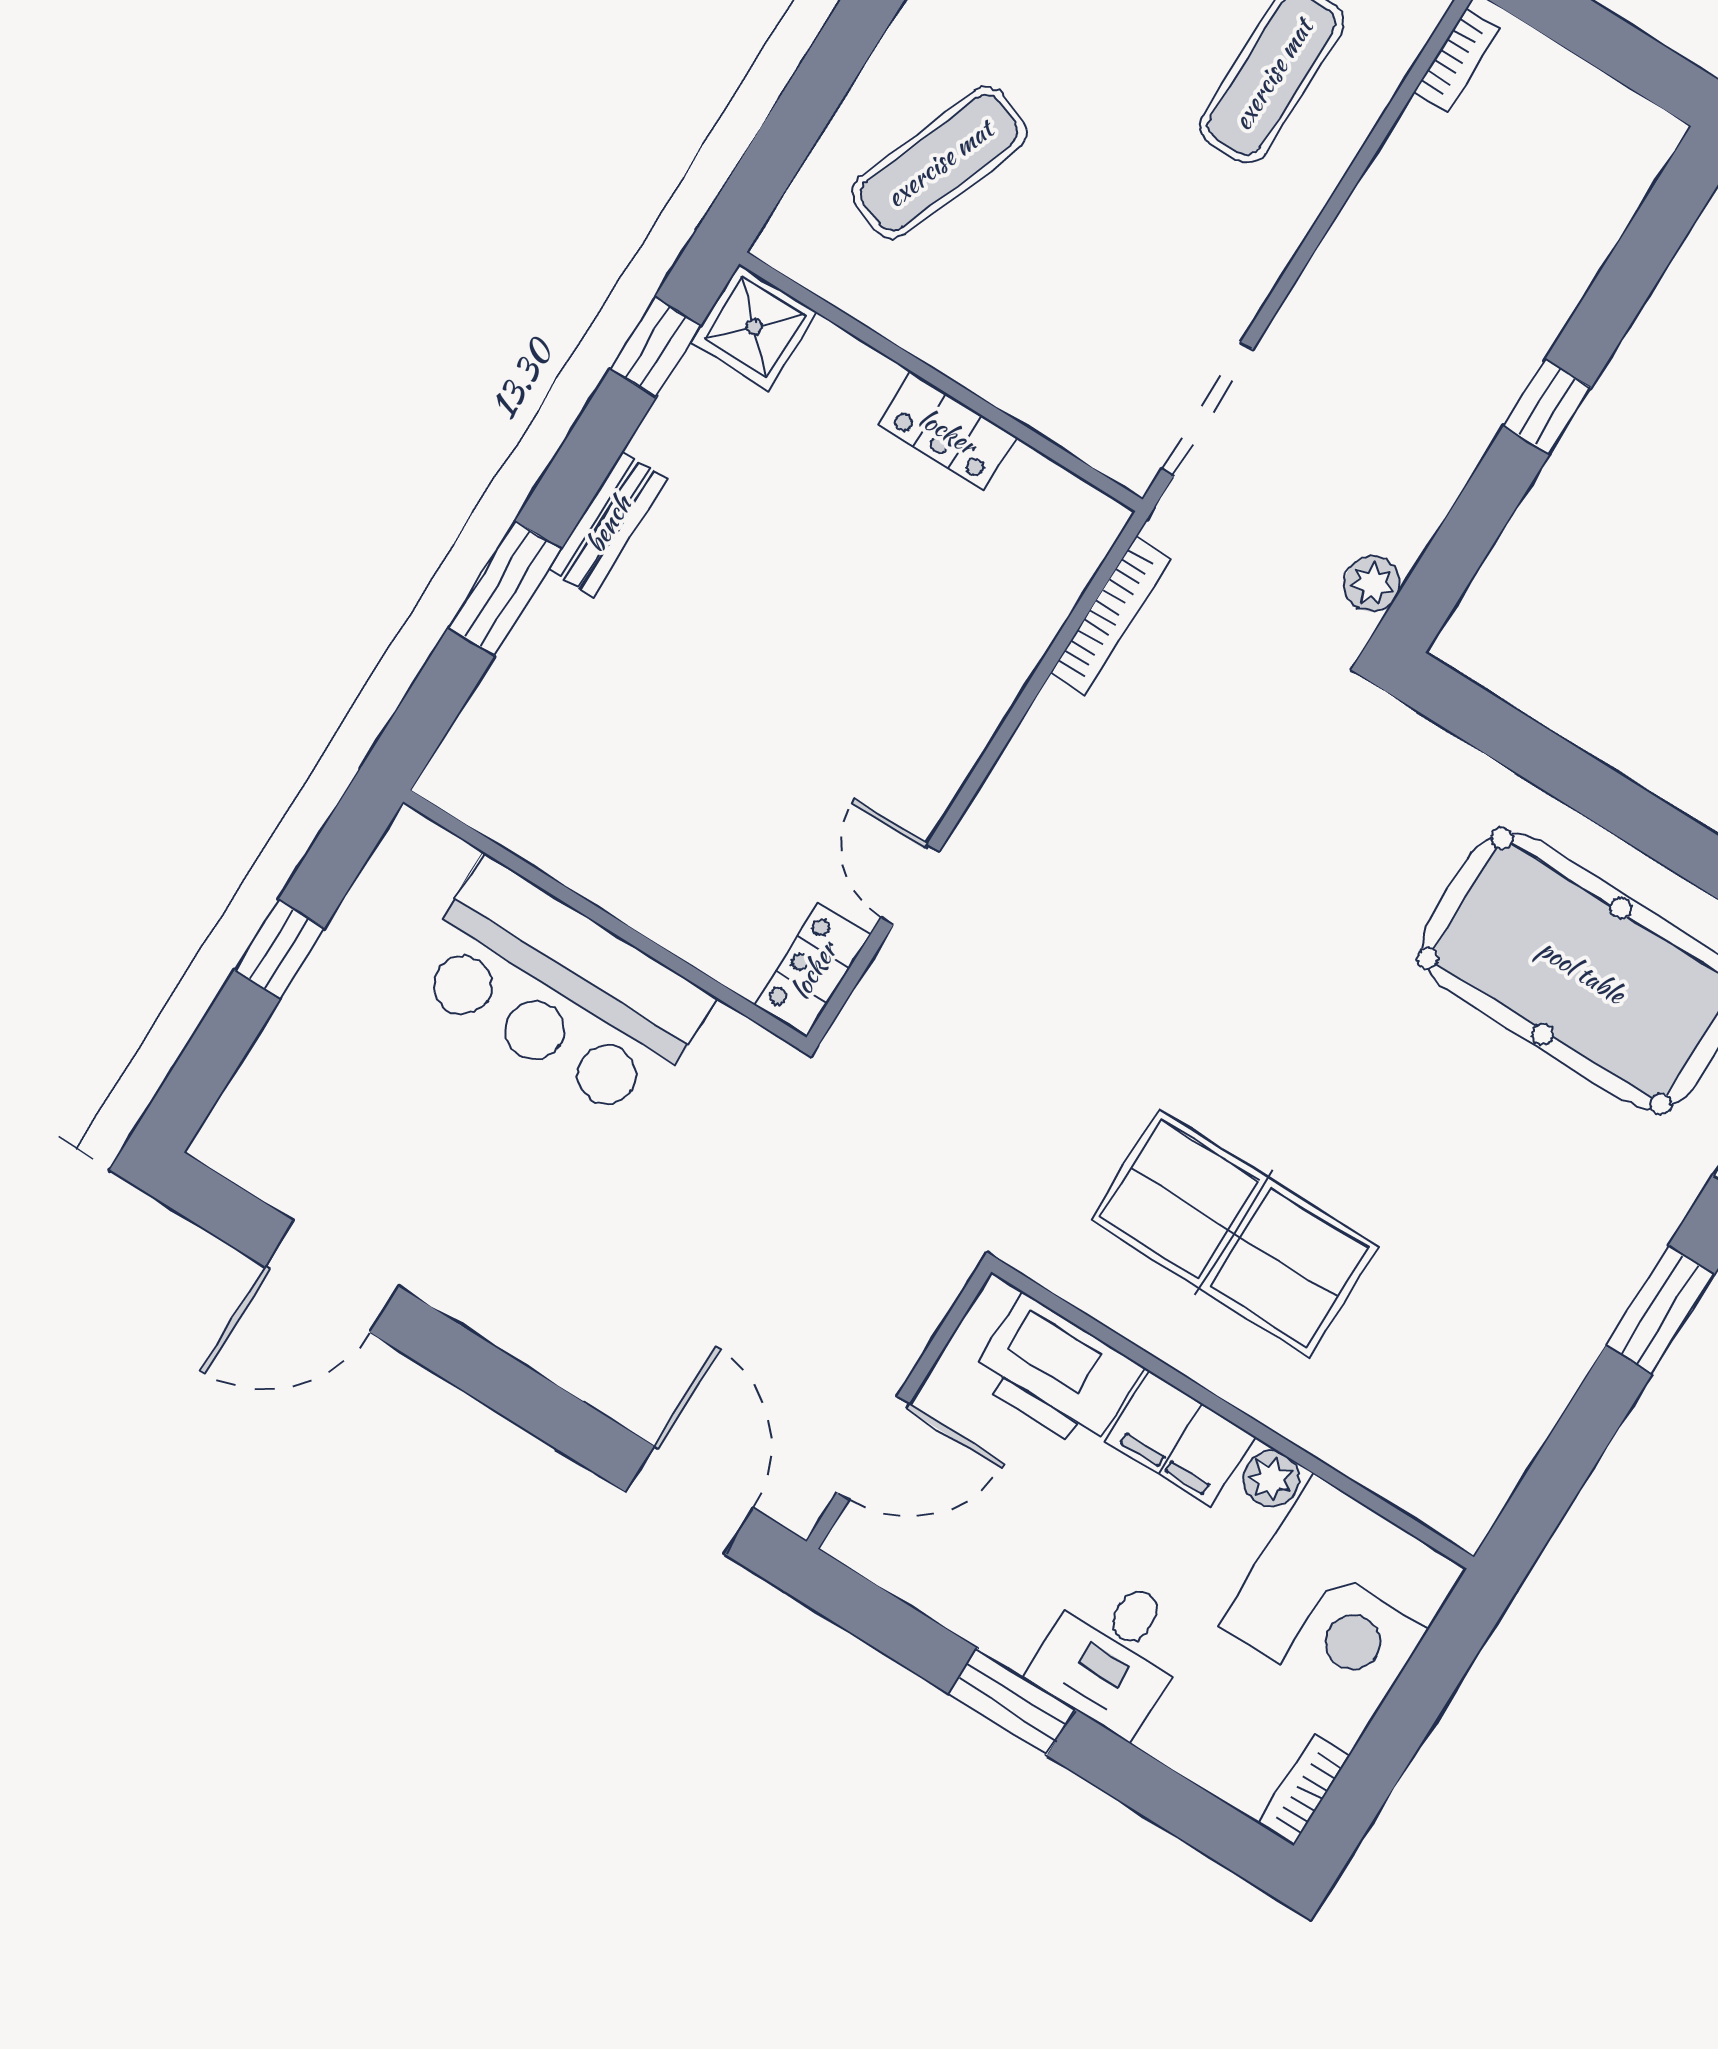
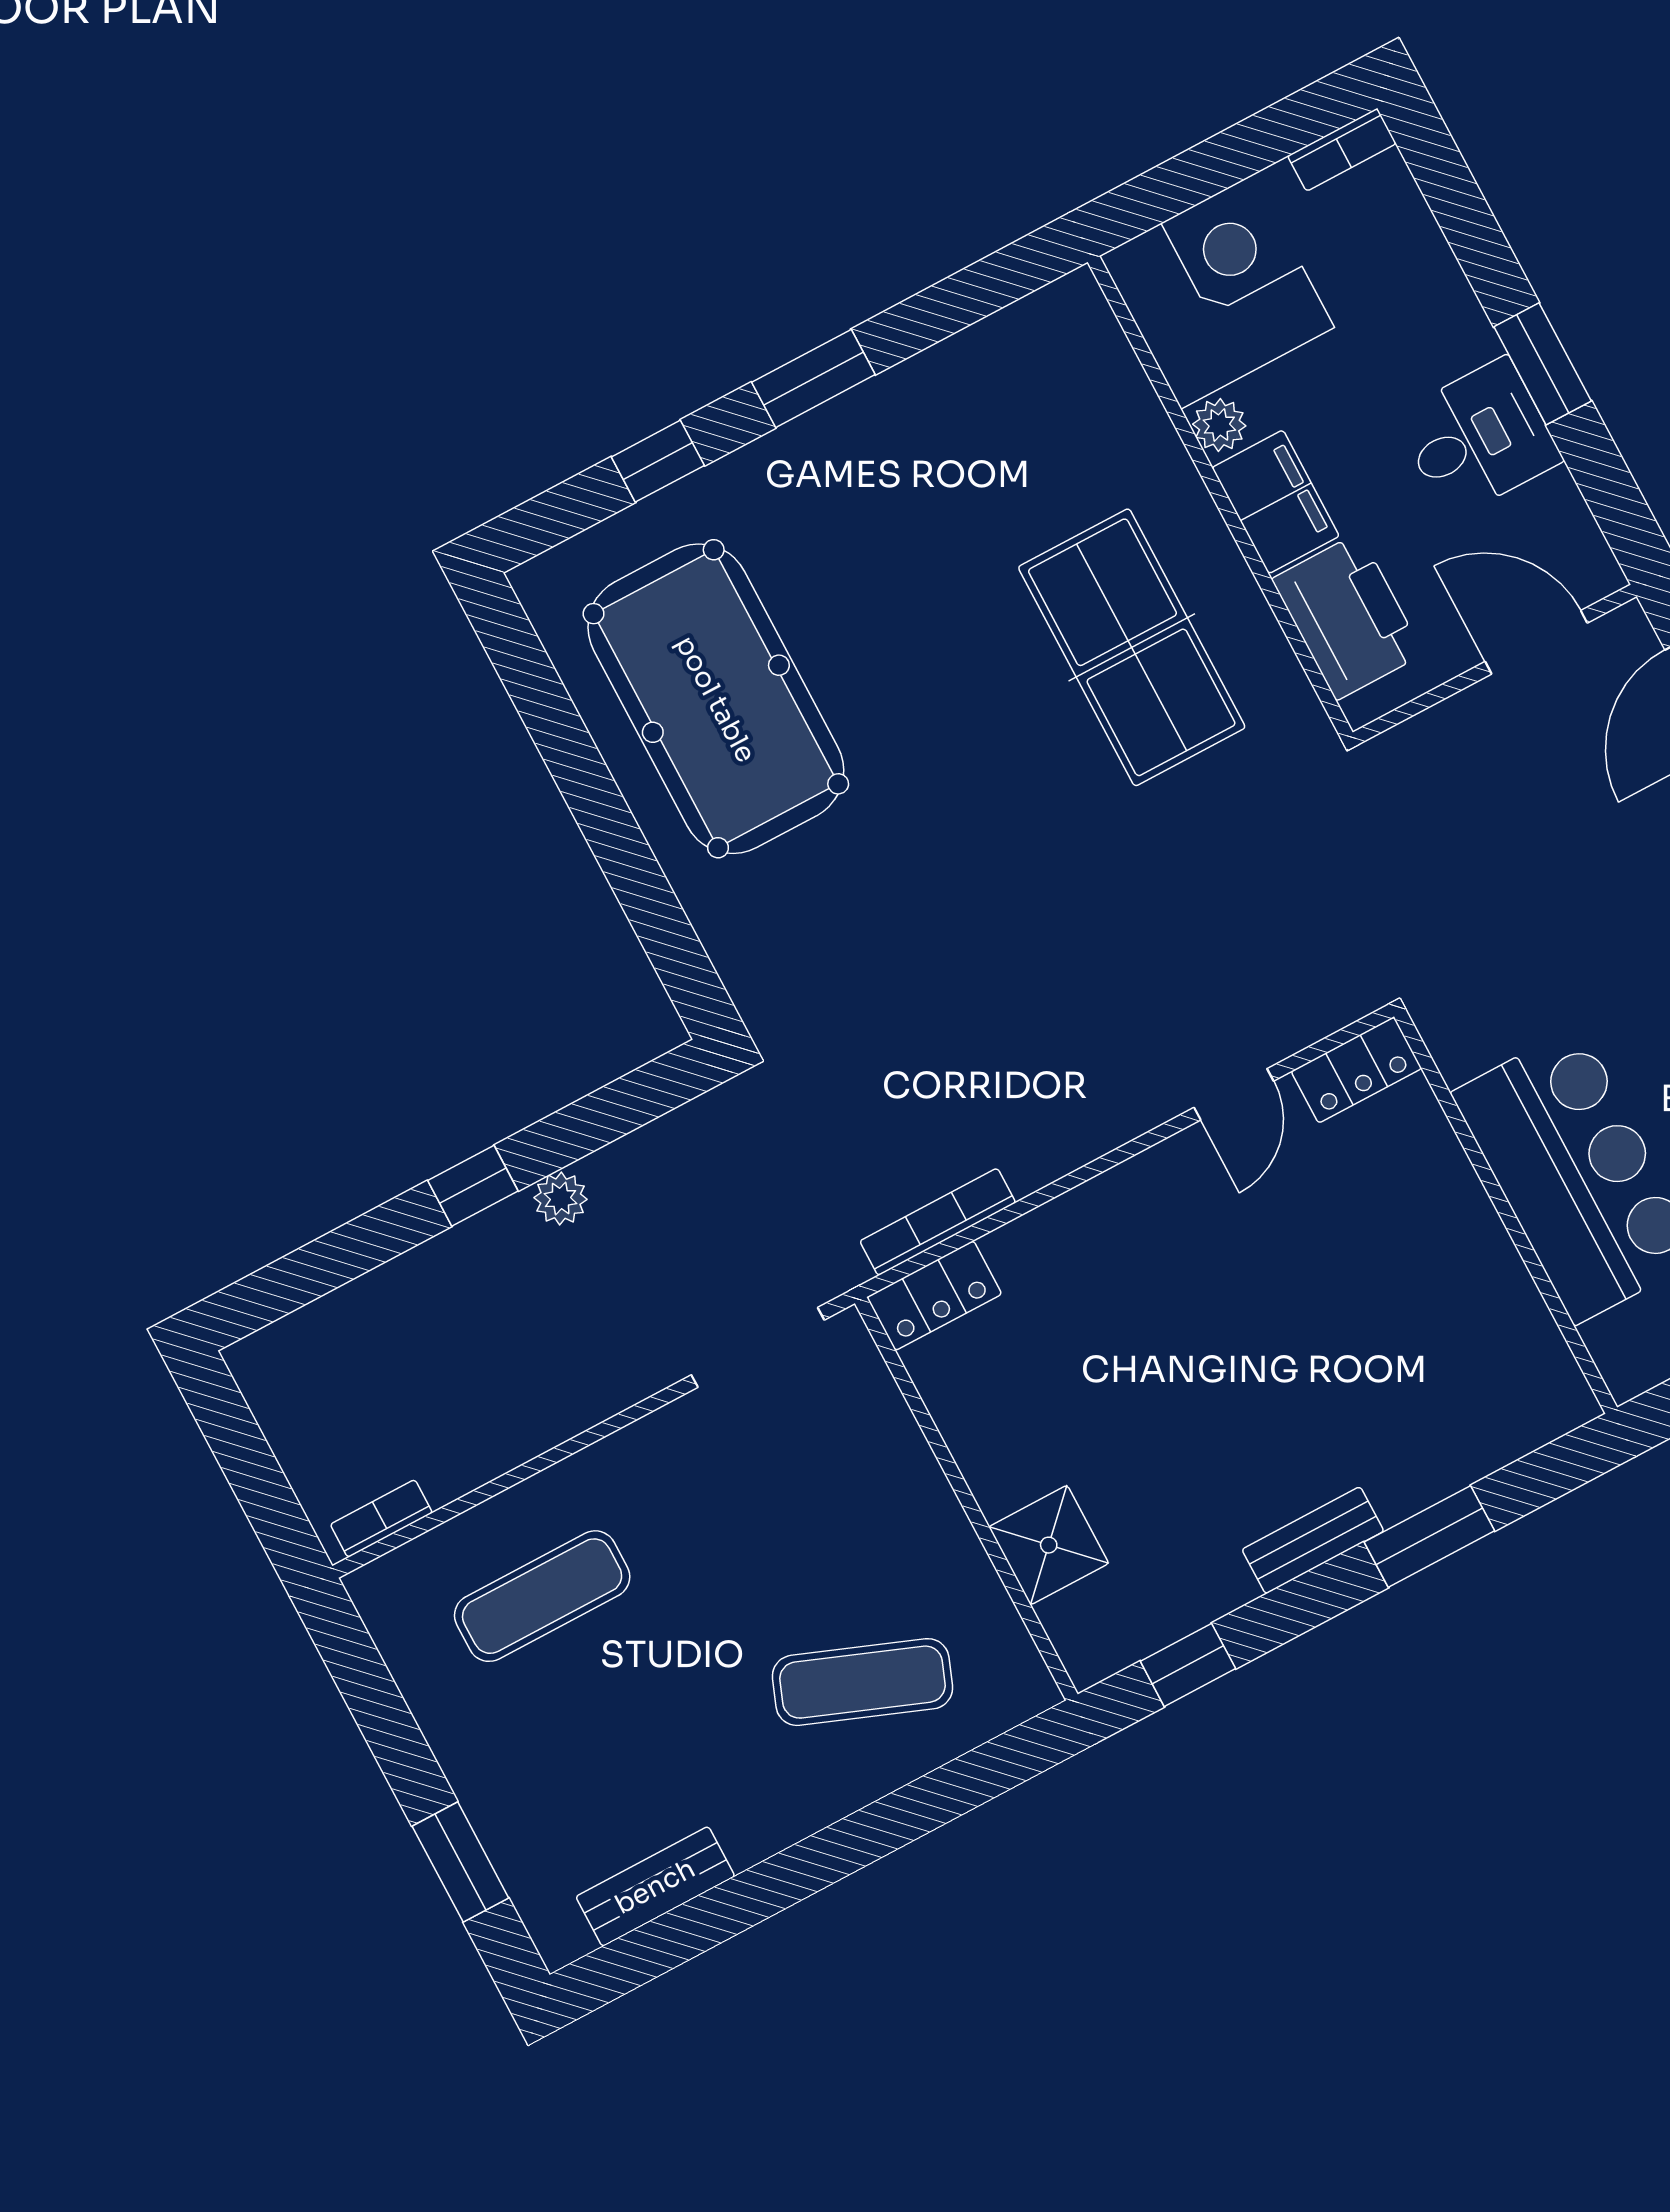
shower: (754, 327) -> (1049, 1545), moved
locker: (948, 431) -> (934, 1296), moved, turned 90
plant: (1372, 584) -> (561, 1199), moved
desk: (1112, 1652) -> (1478, 438), moved

